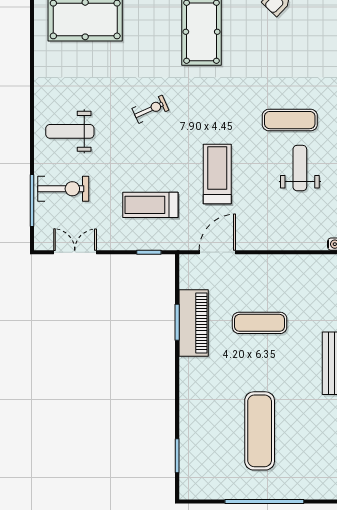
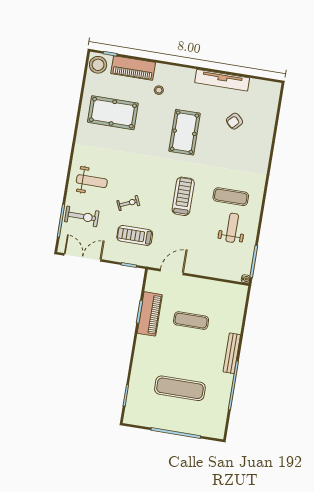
exercise bike: (150, 109) -> (128, 203), moved
weight bench: (70, 131) -> (92, 181), turned 180
treadmill: (217, 174) -> (183, 196), moved
double door: (75, 252) -> (83, 257), width x1.37
exercise mat: (260, 431) -> (180, 388), turned 90

